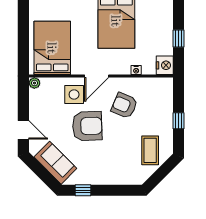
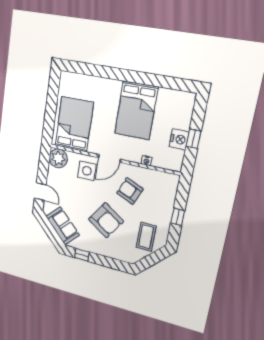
nightstand: (165, 65) -> (179, 139), moved
plant: (34, 83) -> (58, 158), width x1.88, depth x1.88
armchair: (87, 126) -> (106, 220), moved, turned 36

